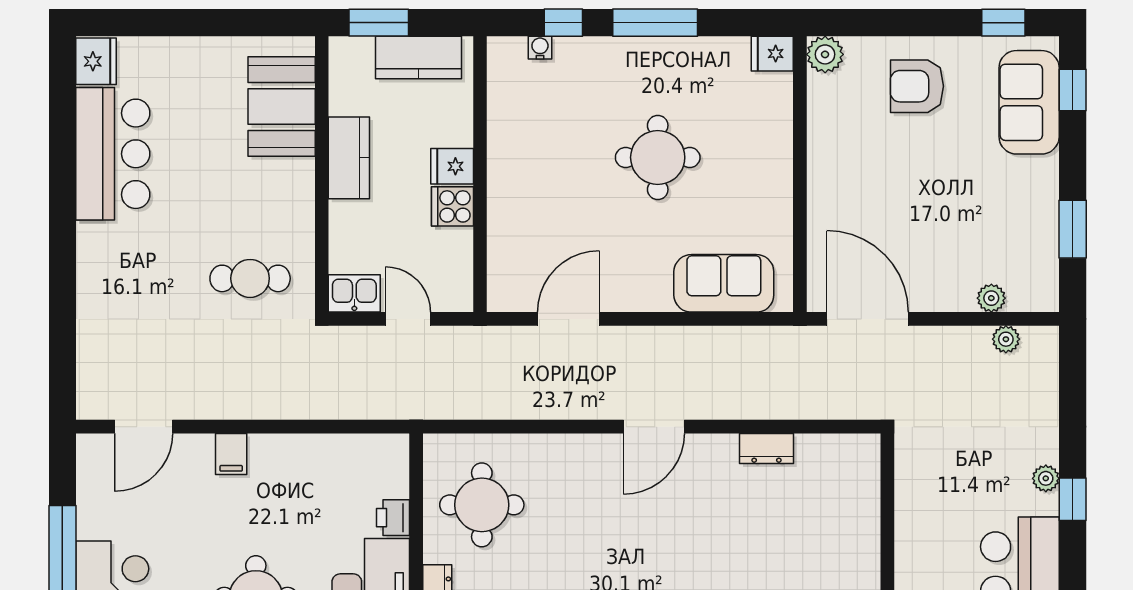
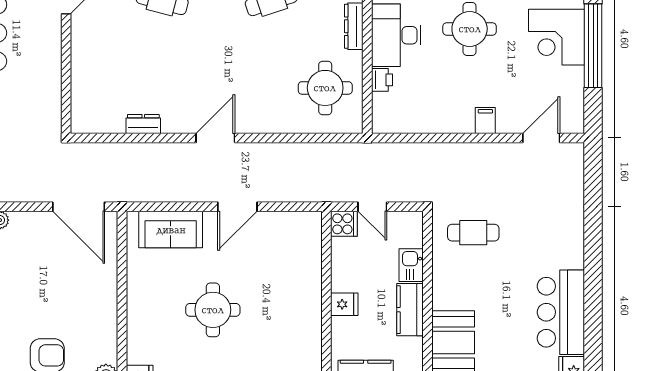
cooker: (452, 206) -> (344, 224), moved
kitchen sink: (354, 293) -> (411, 265), moved, turned 90
door: (568, 319) -> (237, 207), moved

